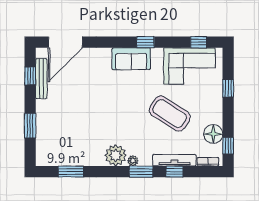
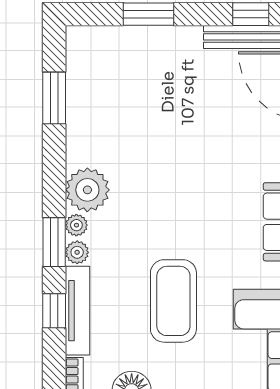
coffee table: (170, 114) -> (173, 301), turned -33
plant: (146, 160) -> (77, 252), added

